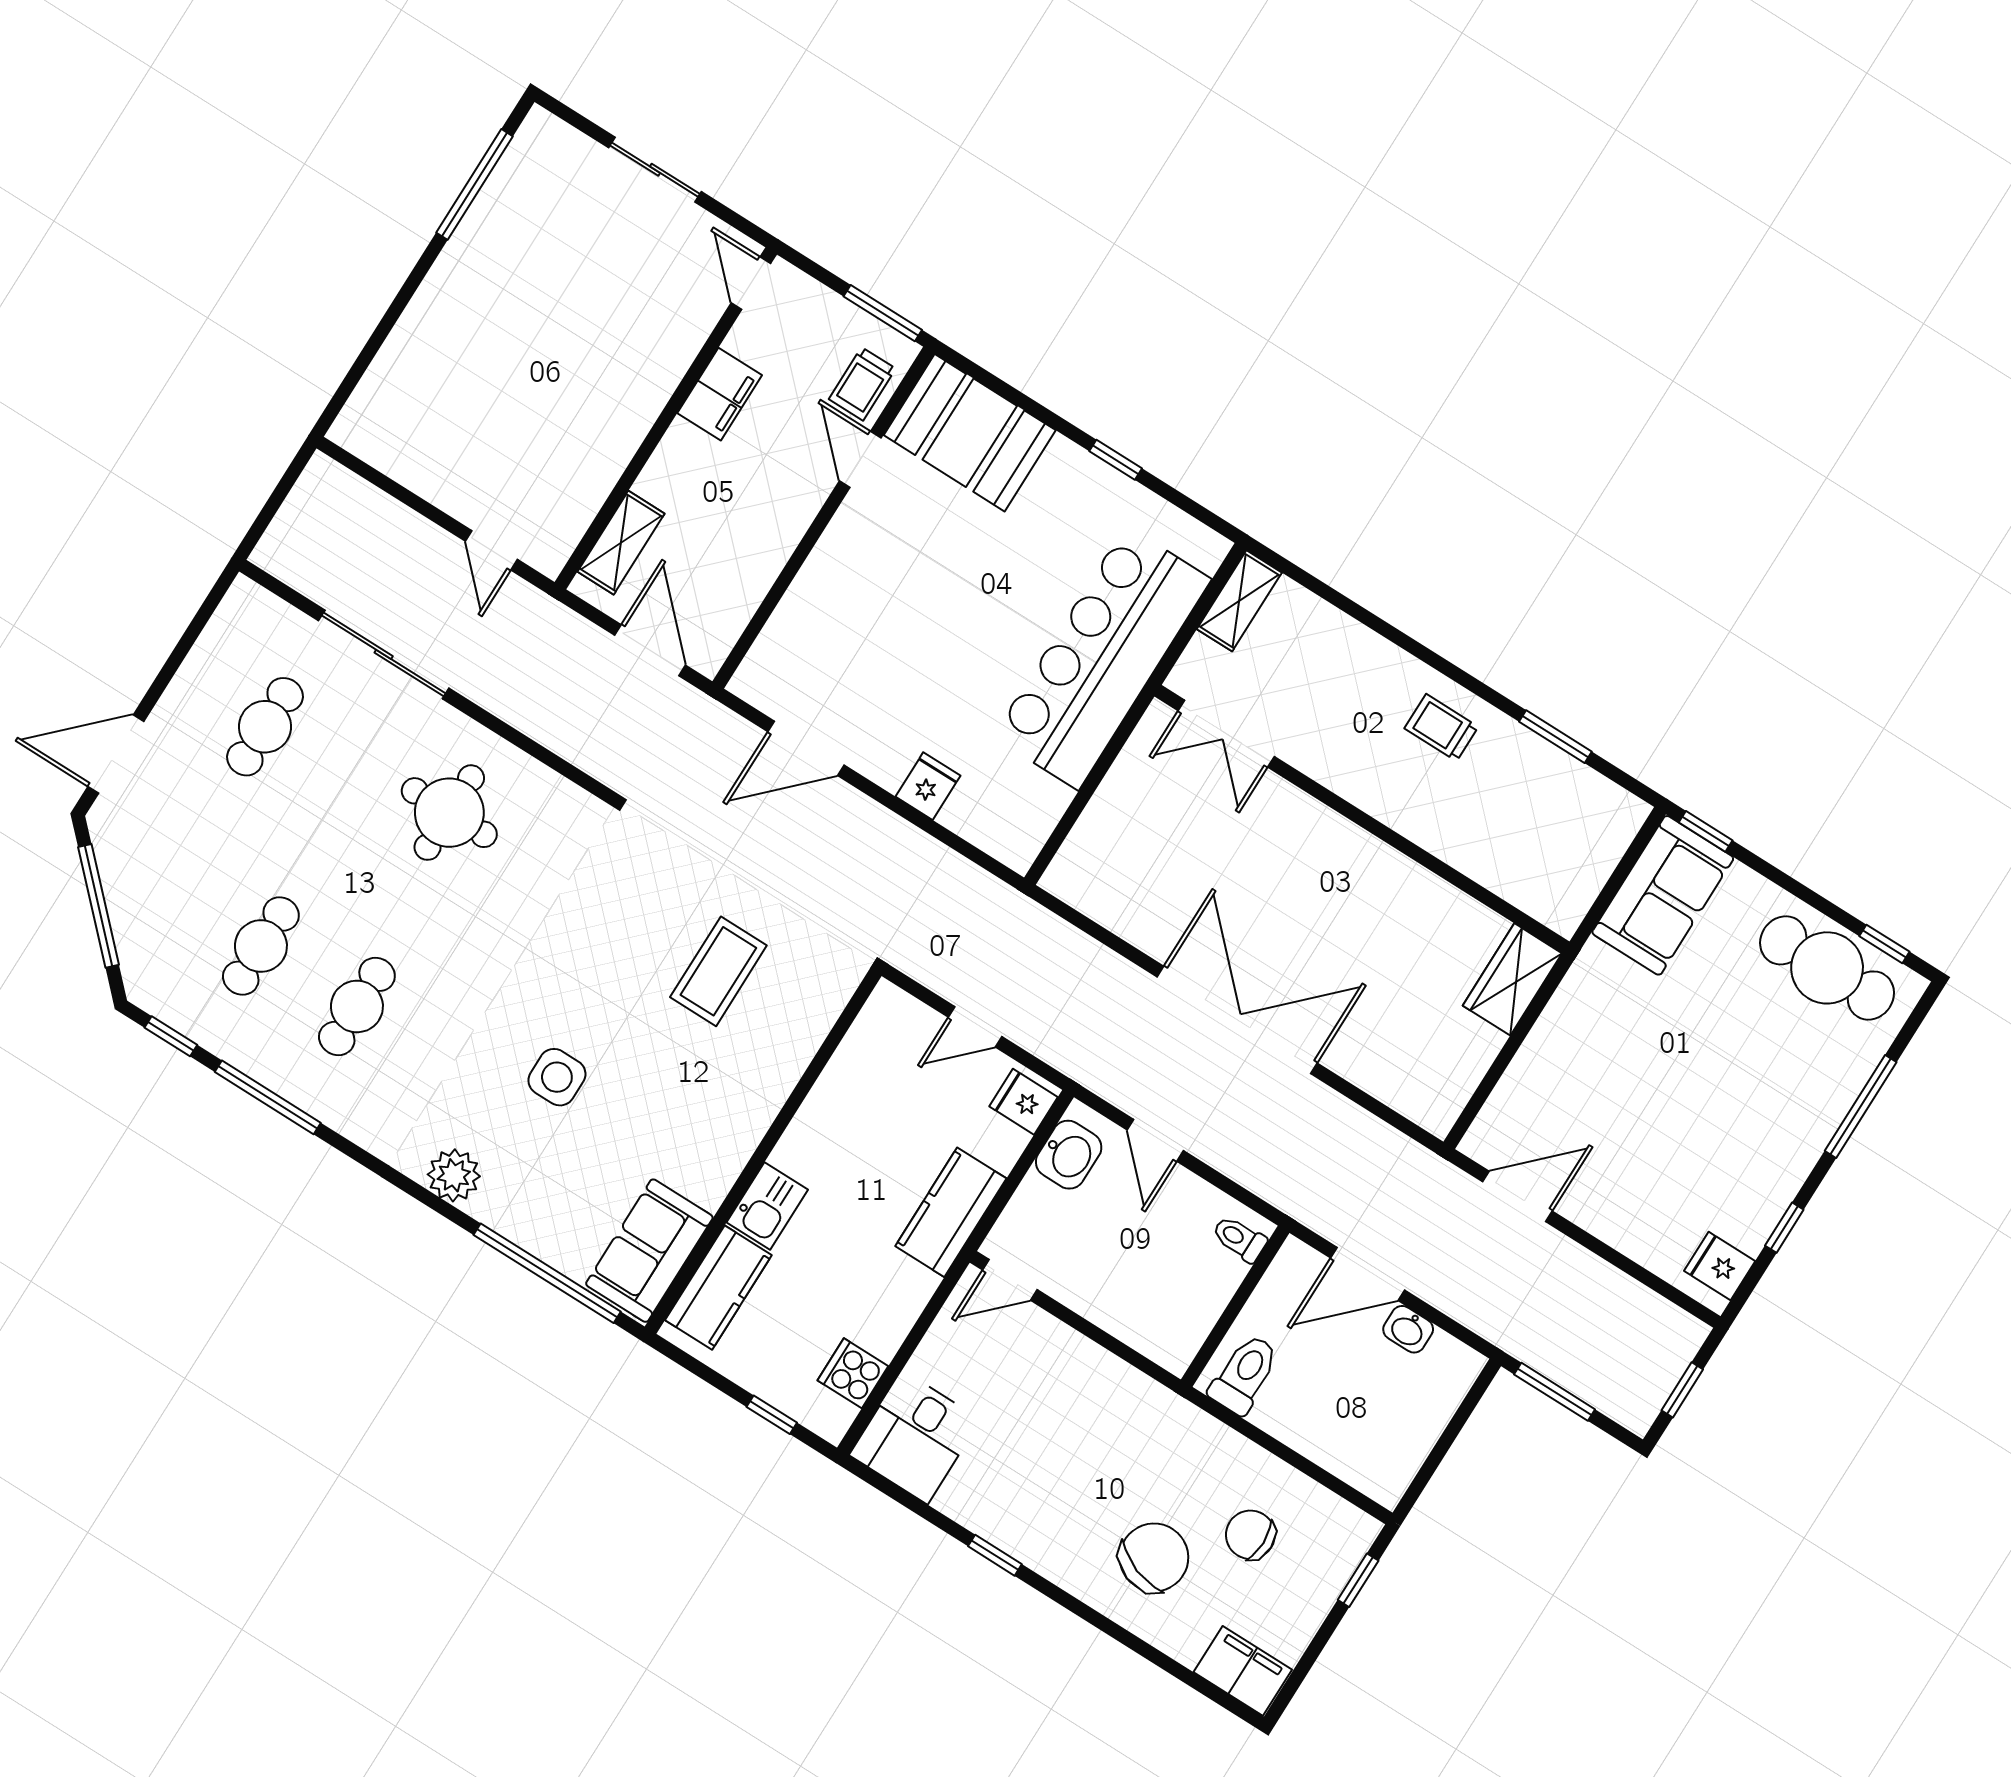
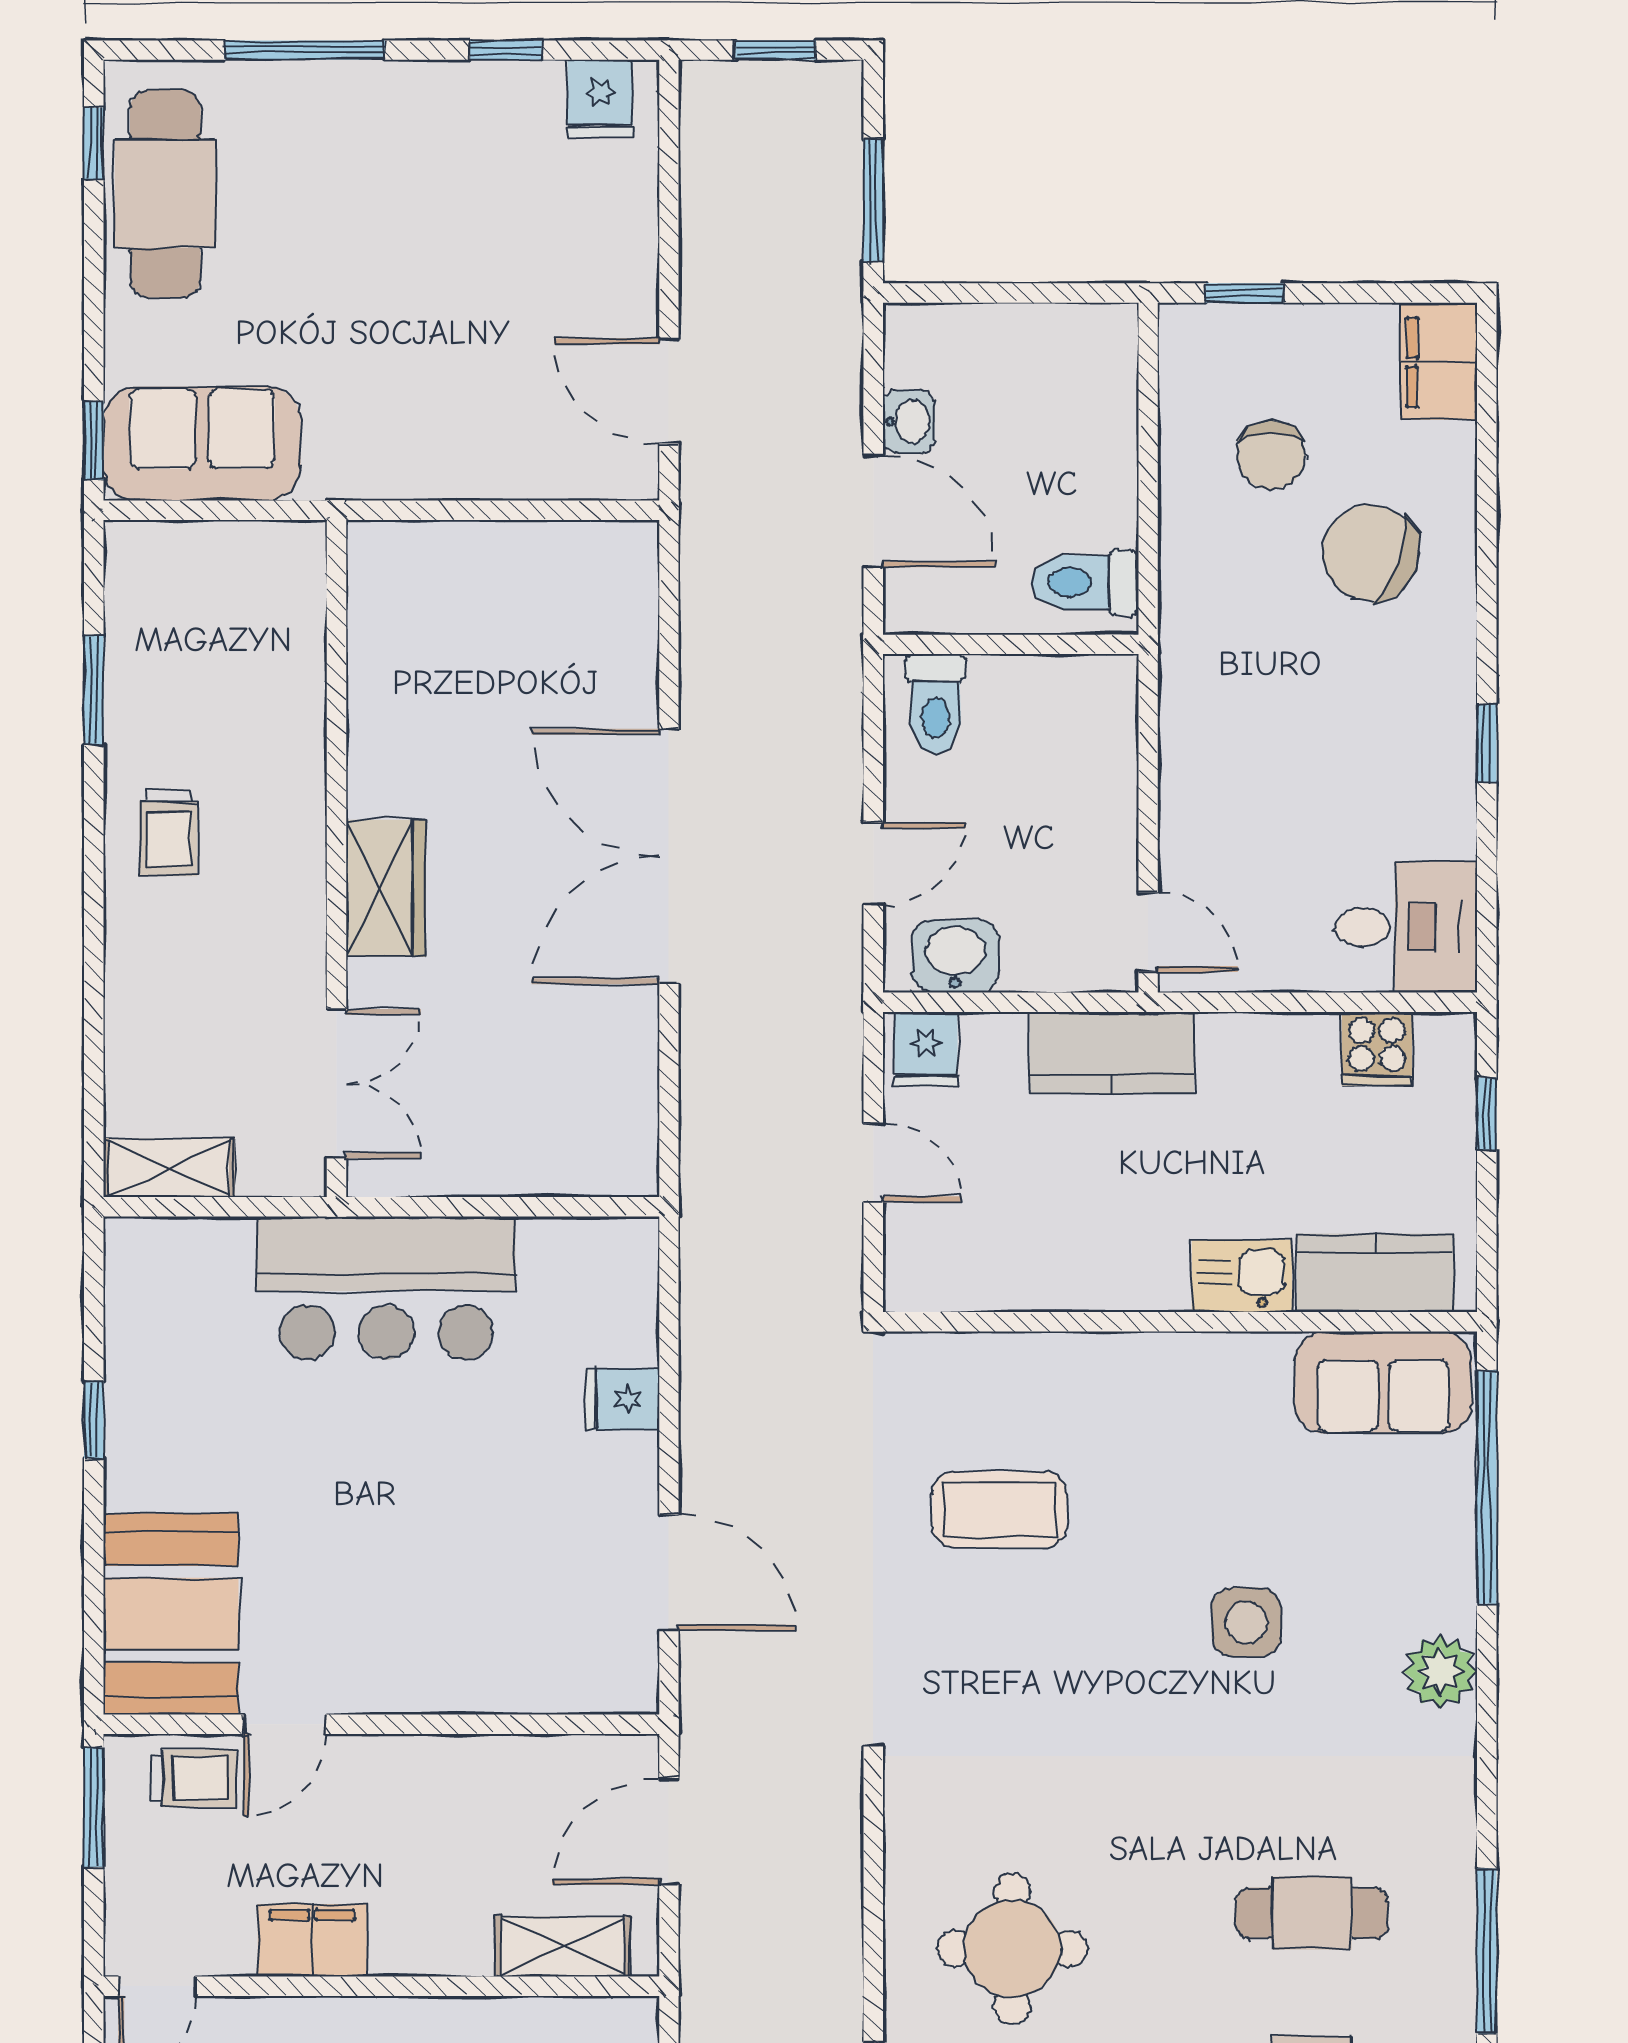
bar counter: (1102, 658) -> (386, 1288), width x0.73
wardrobe: (1512, 979) -> (386, 888), moved, turned -90
toilet: (1239, 1239) -> (936, 704), width x1.37, depth x1.39

